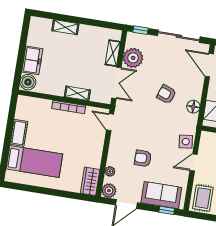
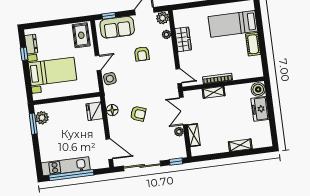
plant: (133, 58) -> (179, 132), width x0.53, depth x0.53
armchair: (143, 158) -> (142, 54), turned 90
wardrobe: (90, 181) -> (183, 39), moved

